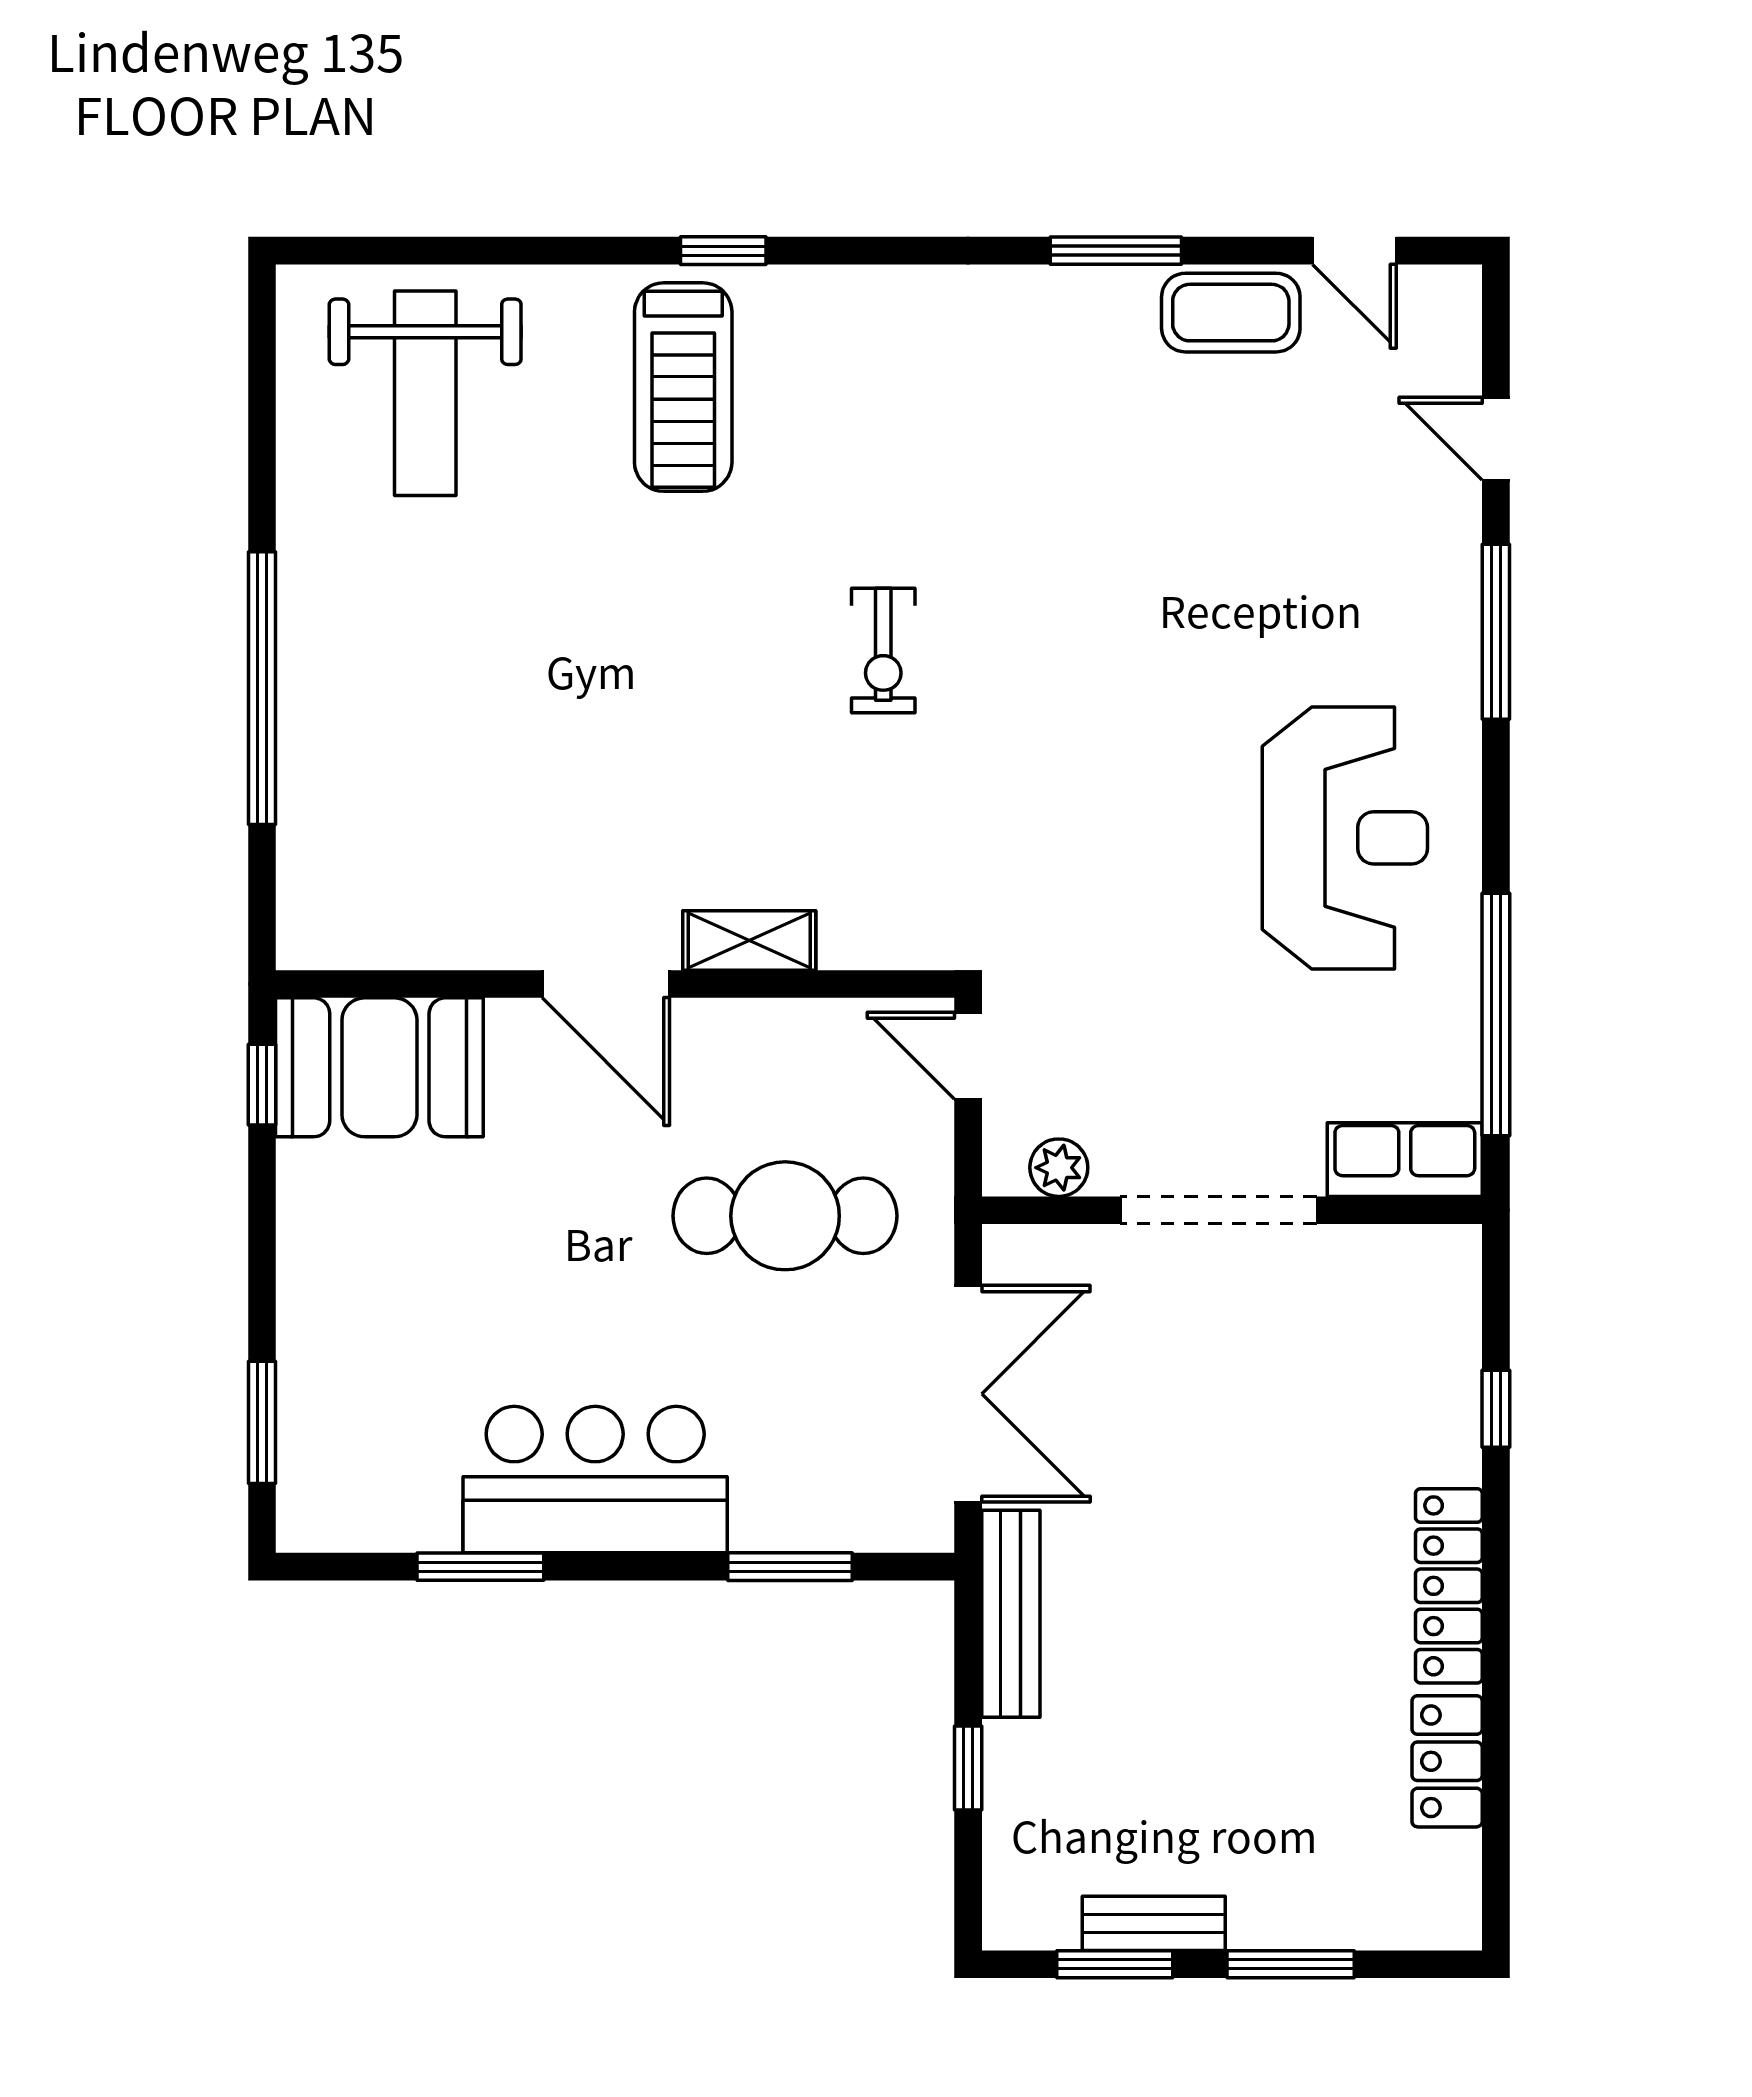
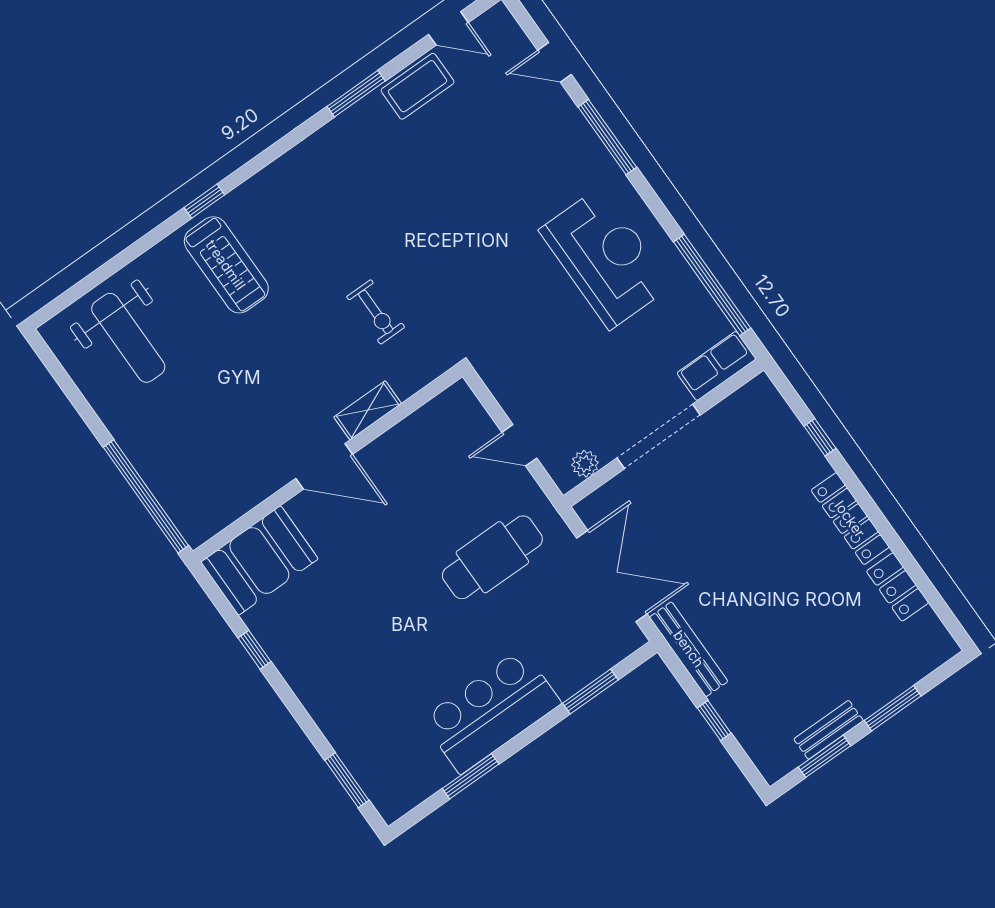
shelving: (749, 940) -> (368, 410), moved
door: (606, 984) -> (324, 466), moved
wall: (615, 984) -> (328, 464), moved
booth: (379, 1067) -> (259, 561), moved

